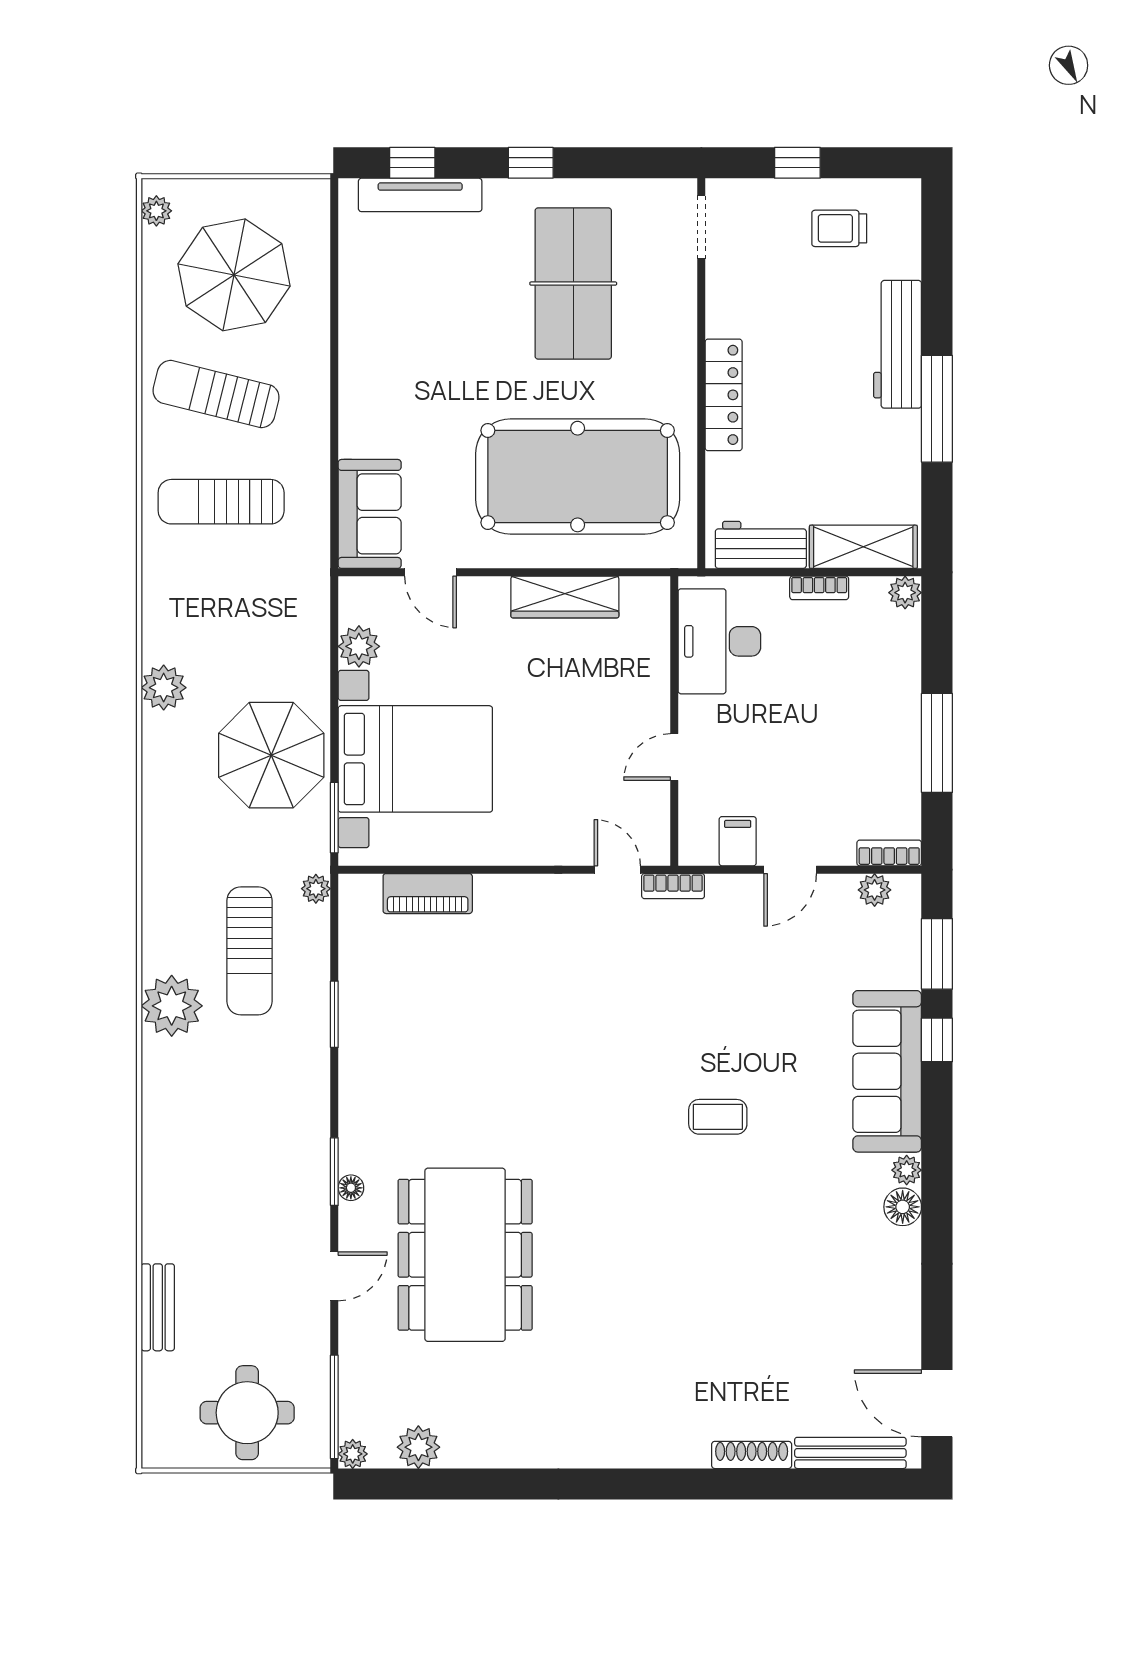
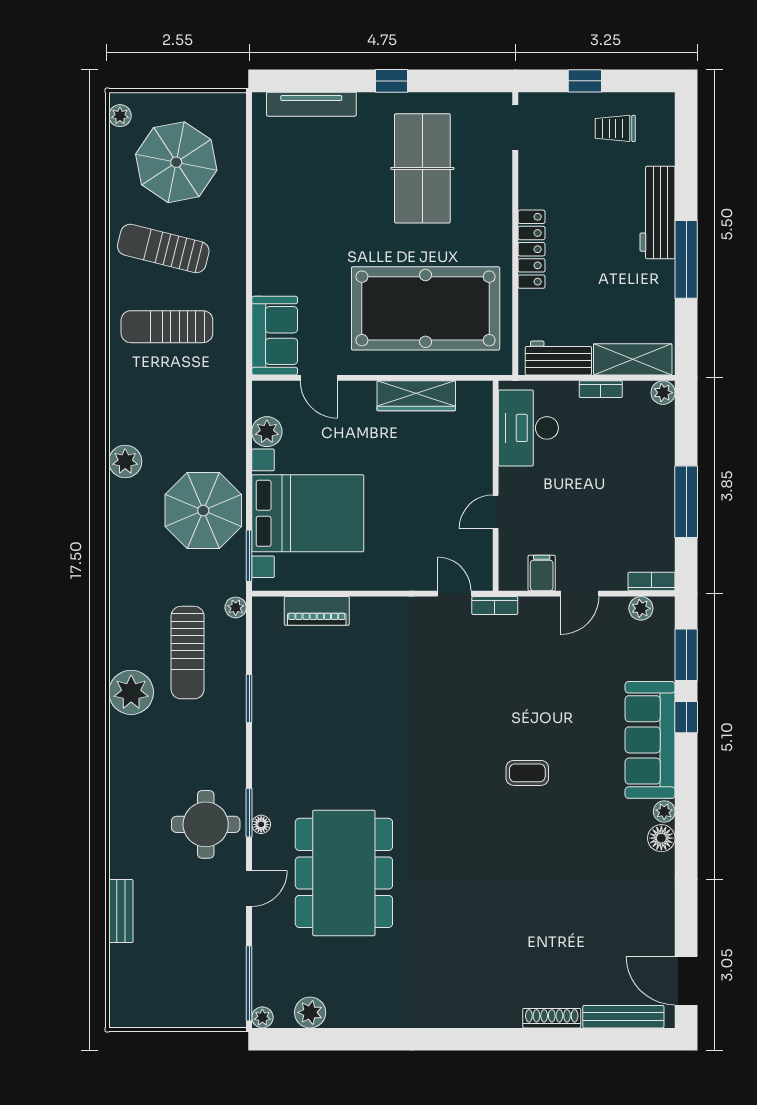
window: (412, 163) -> (306, 81), removed
round table: (247, 1413) -> (206, 824), moved

